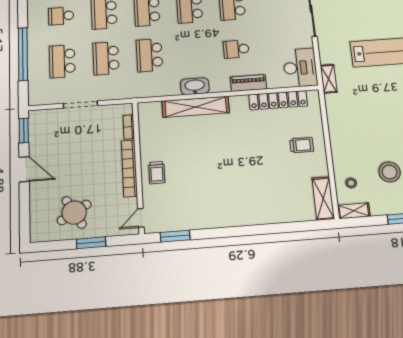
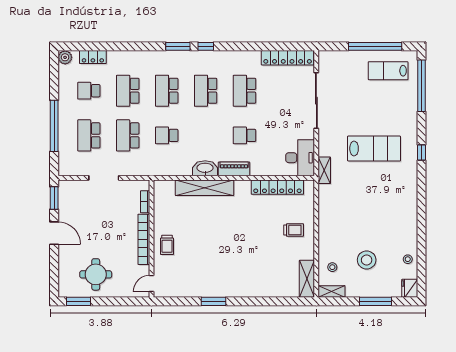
school desk: (150, 55) -> (167, 135), width x0.54
piano: (248, 83) -> (234, 169), moved
round table: (74, 212) -> (96, 274), turned 30
window: (175, 236) -> (214, 301), moved
window: (91, 243) -> (79, 301), moved

